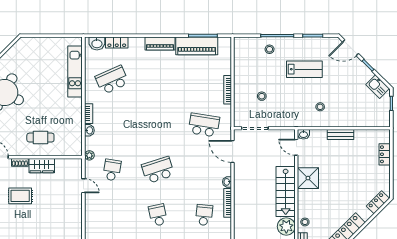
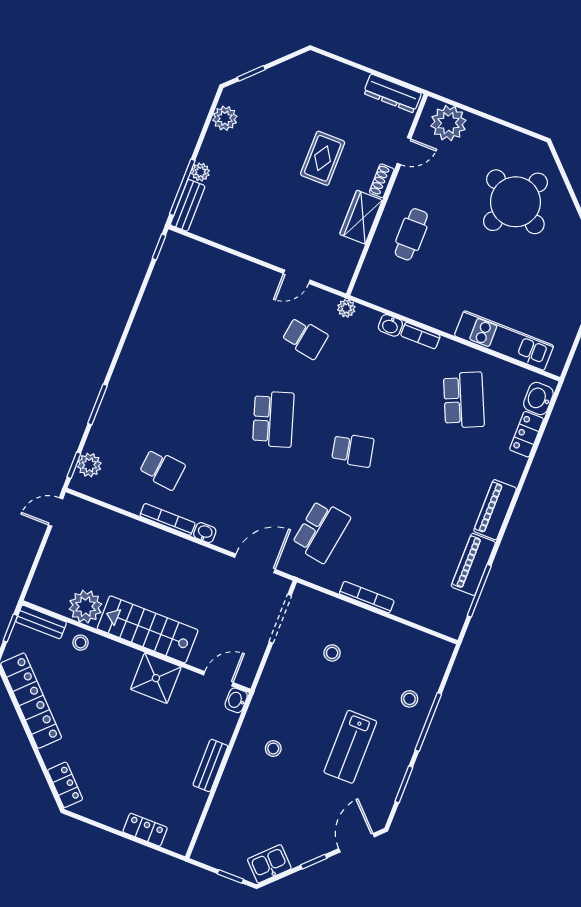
piano: (197, 46) -> (473, 564), width x0.73, depth x0.75
school desk: (158, 215) -> (353, 450), moved

